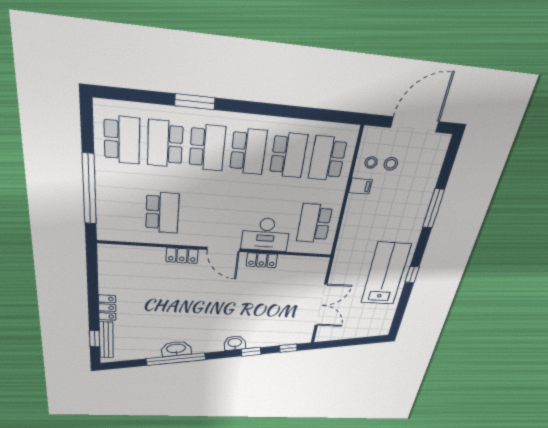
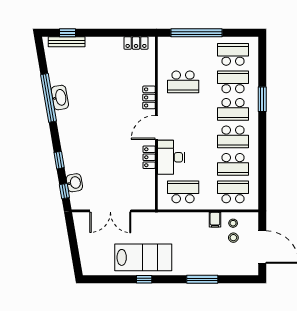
school desk: (122, 140) -> (233, 54), turned 180
locker: (107, 308) -> (136, 43), moved
washbasin: (235, 343) -> (74, 183), moved

